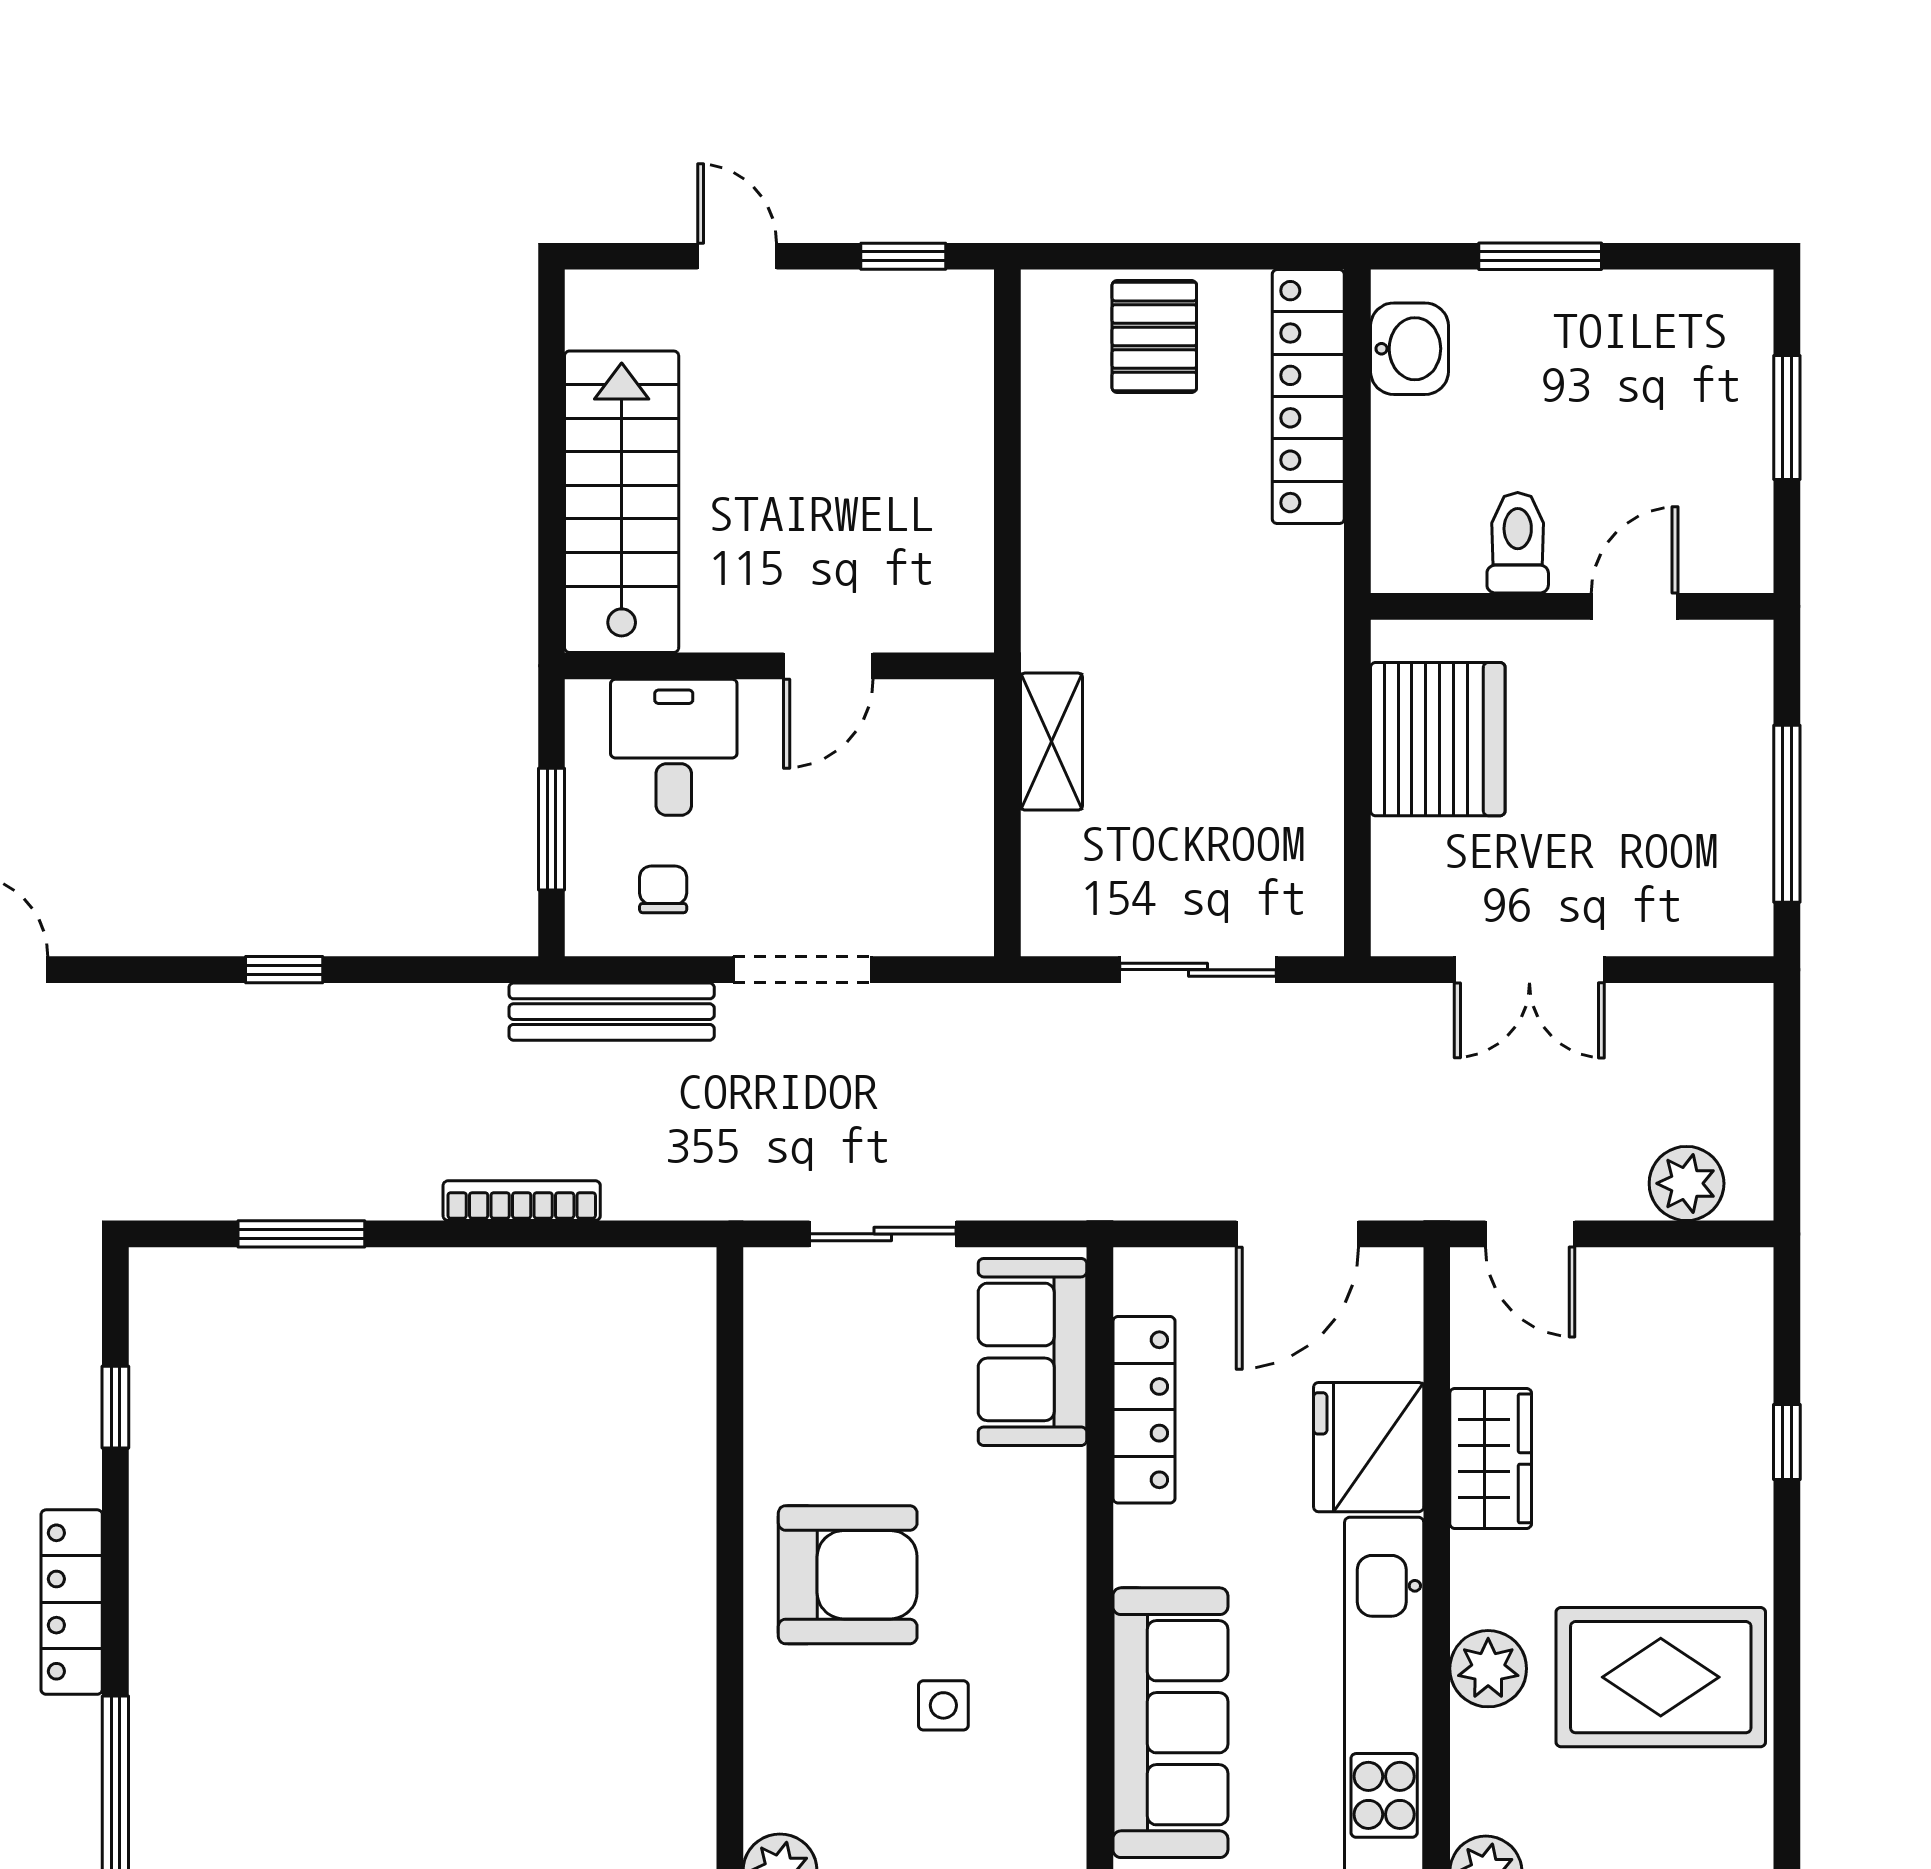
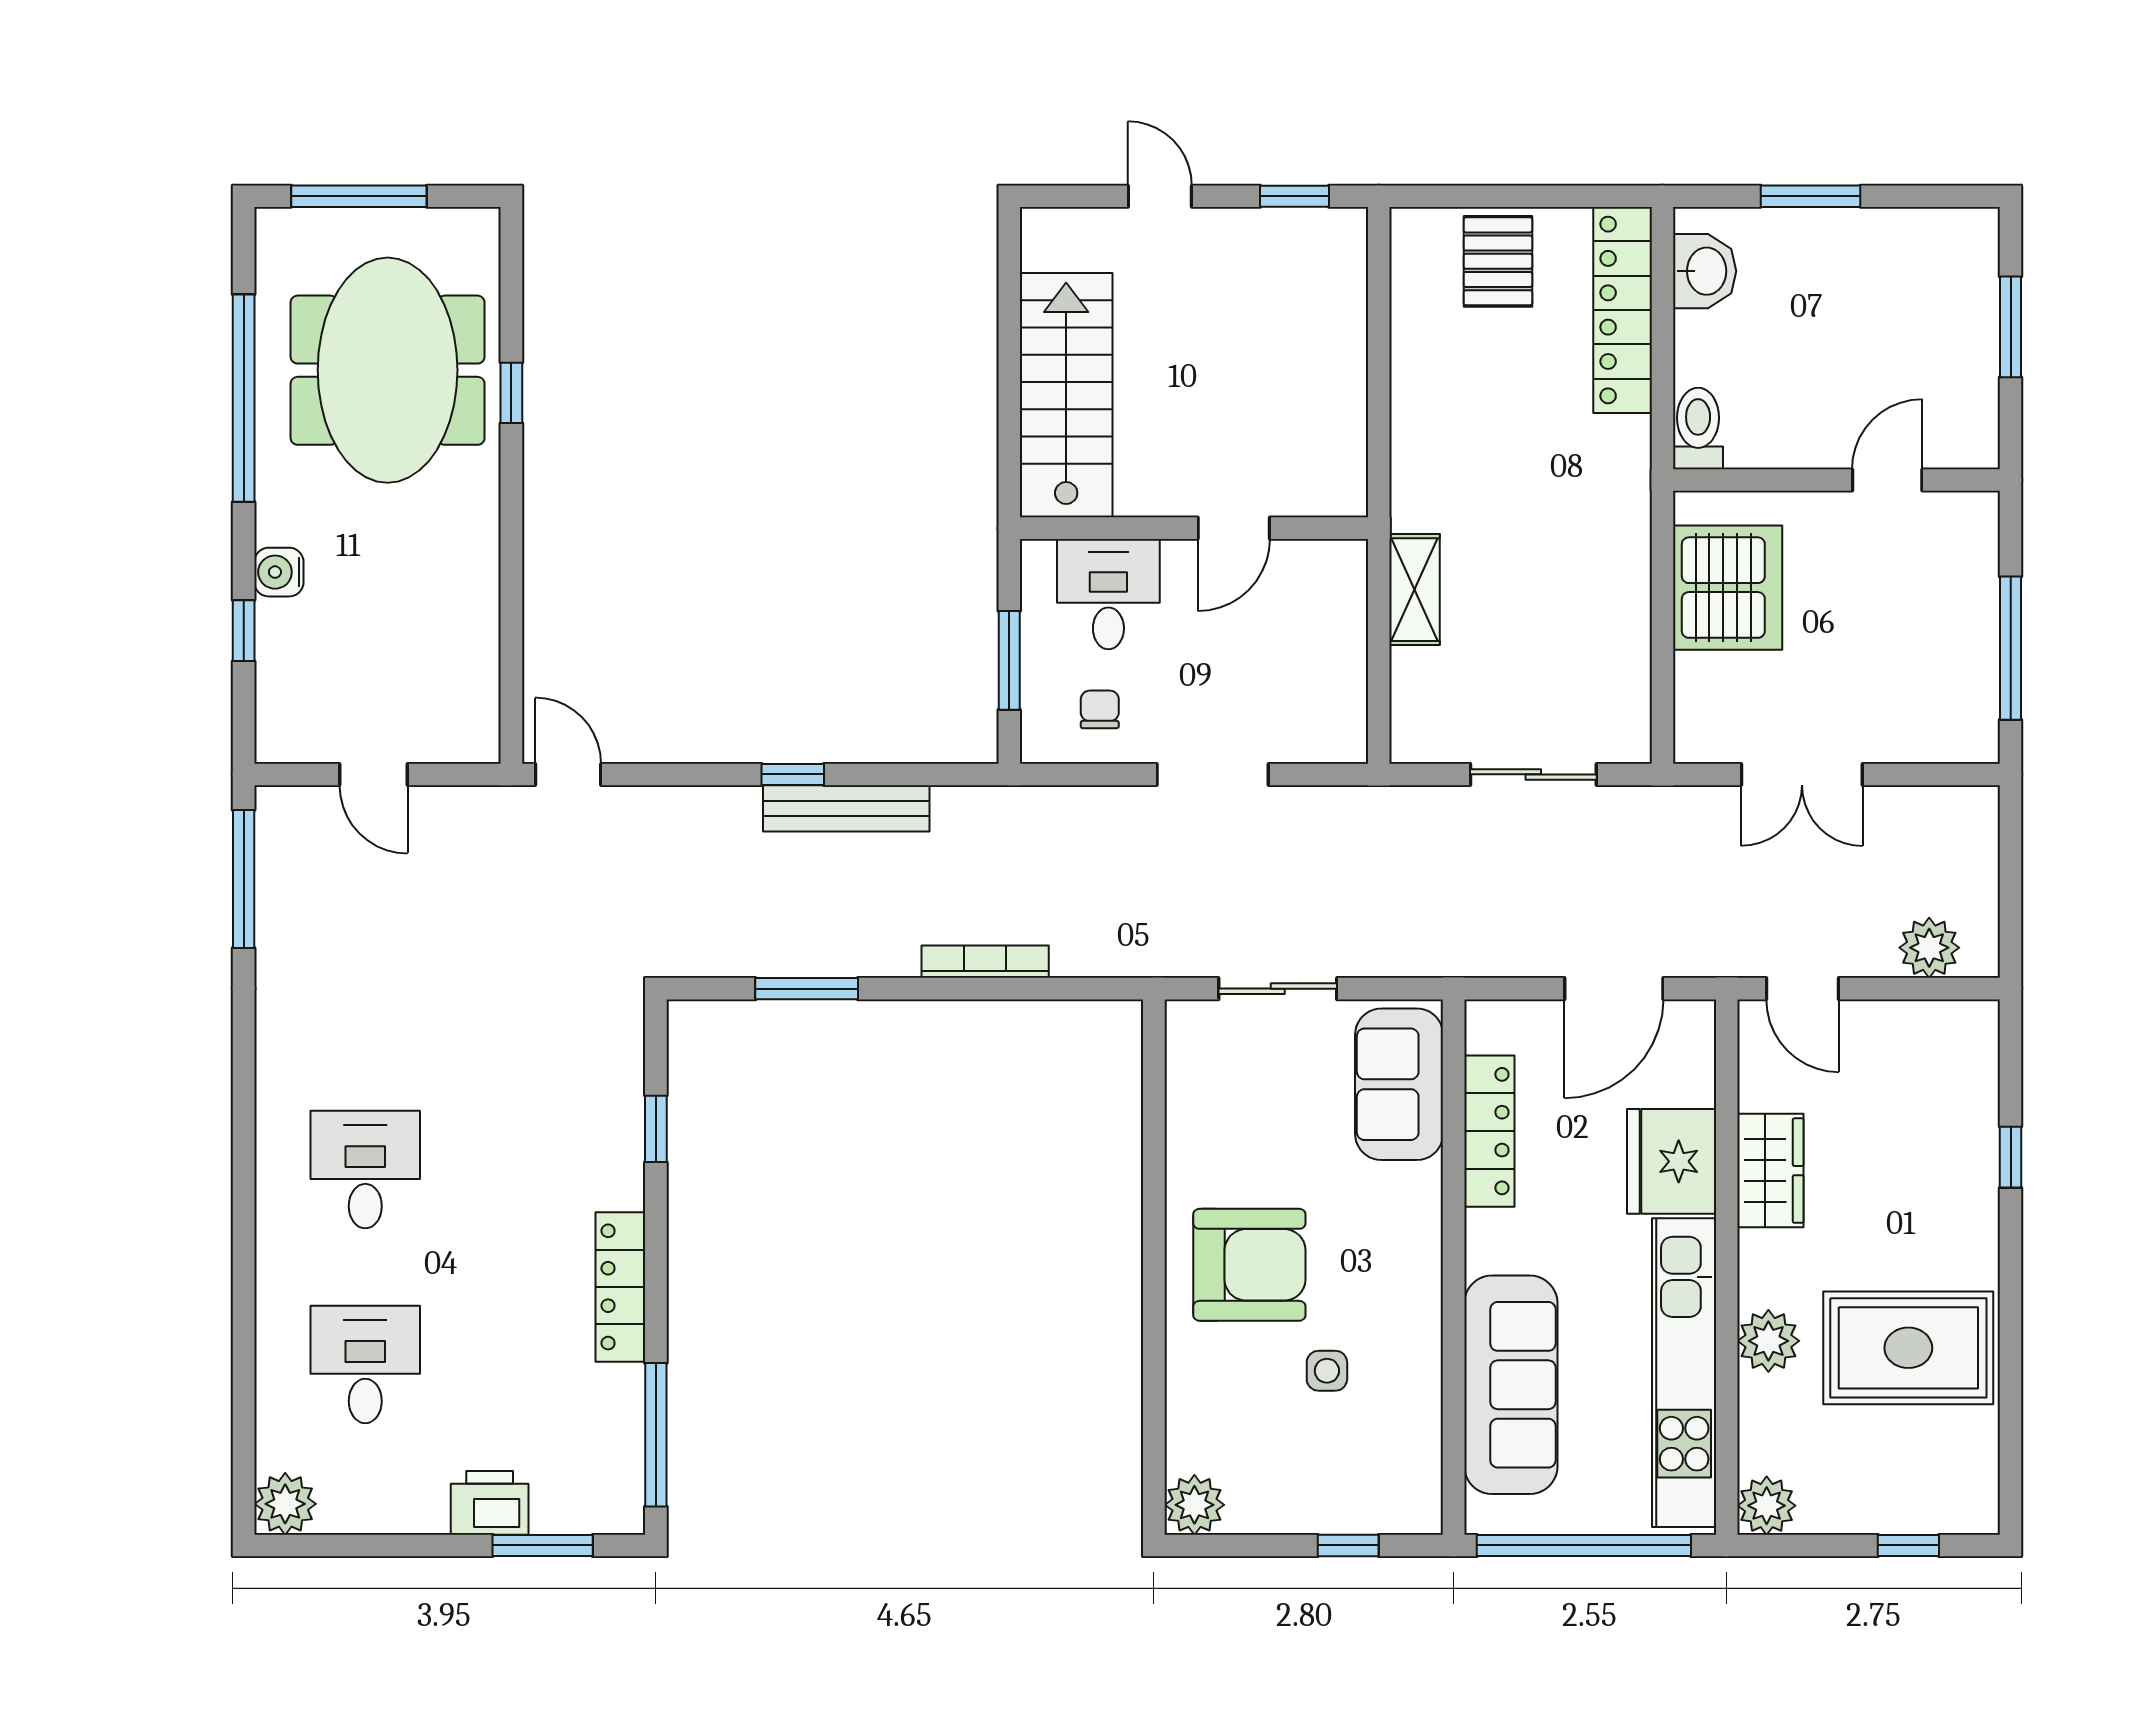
toilet: (1518, 543) -> (1698, 428), moved
bench: (612, 1012) -> (846, 808), moved

